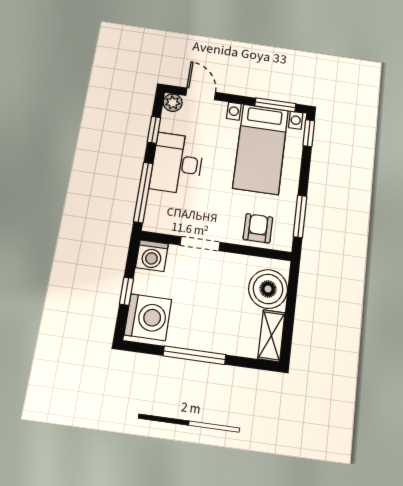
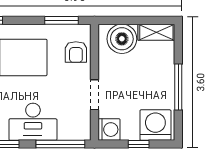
armchair: (258, 228) -> (76, 52), turned -90

